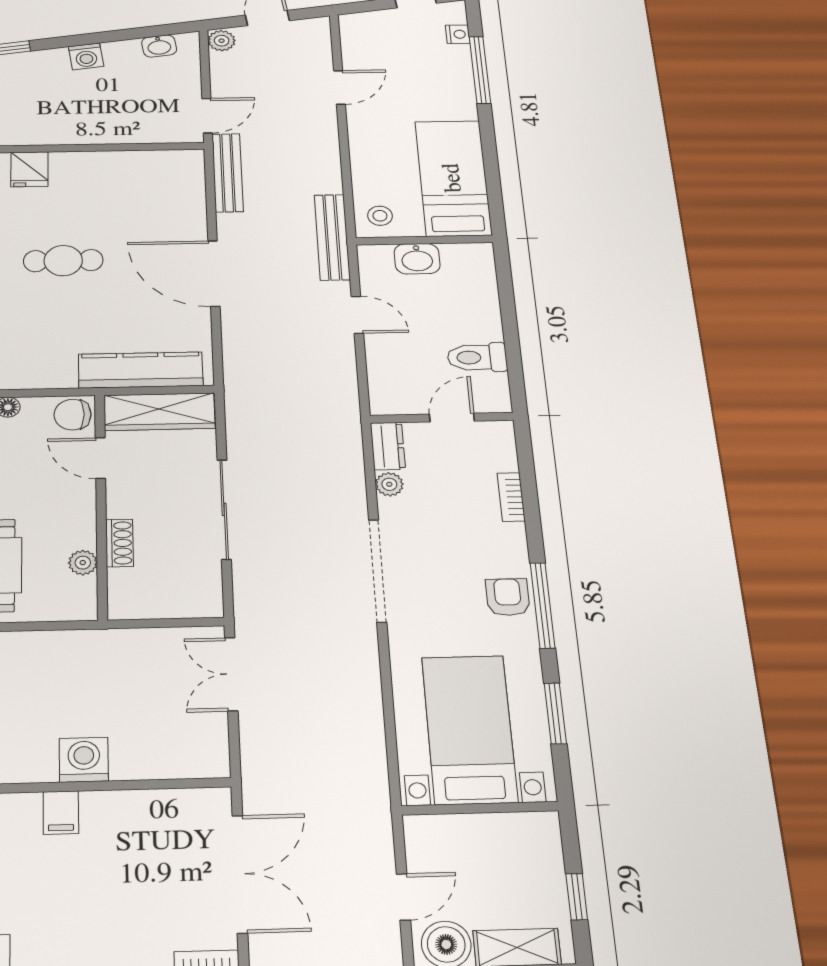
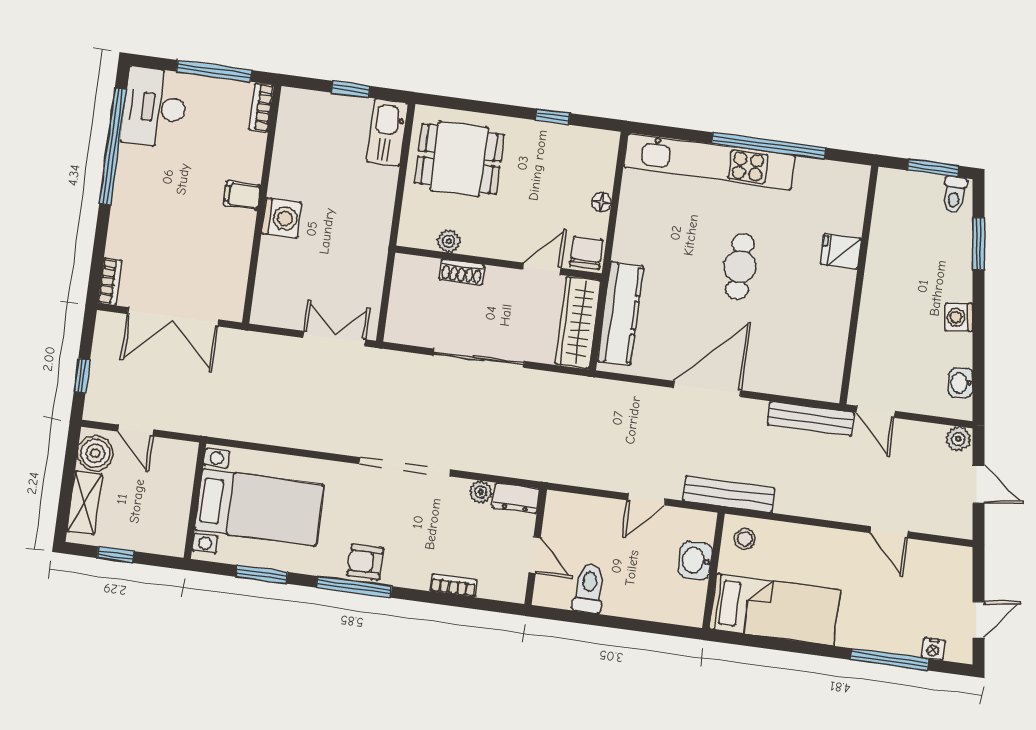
armchair: (508, 597) -> (365, 562), turned 180

